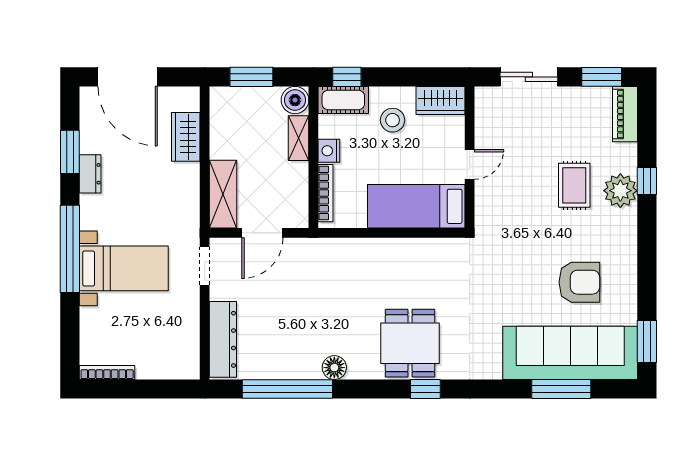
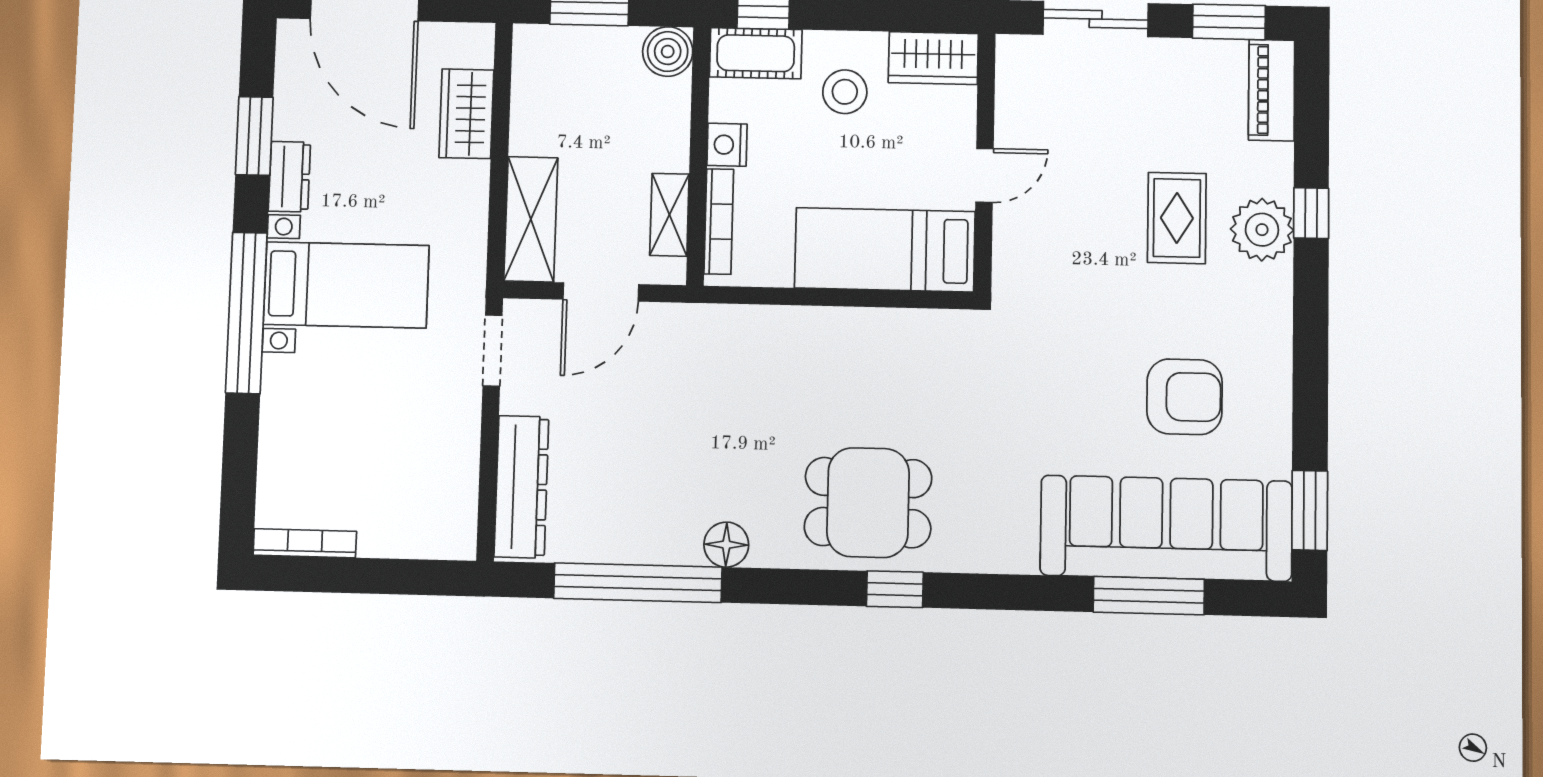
shelving: (299, 138) -> (670, 215), moved
bed with nightstands: (124, 268) -> (346, 285), moved
dining table: (410, 343) -> (868, 503), turned 90

